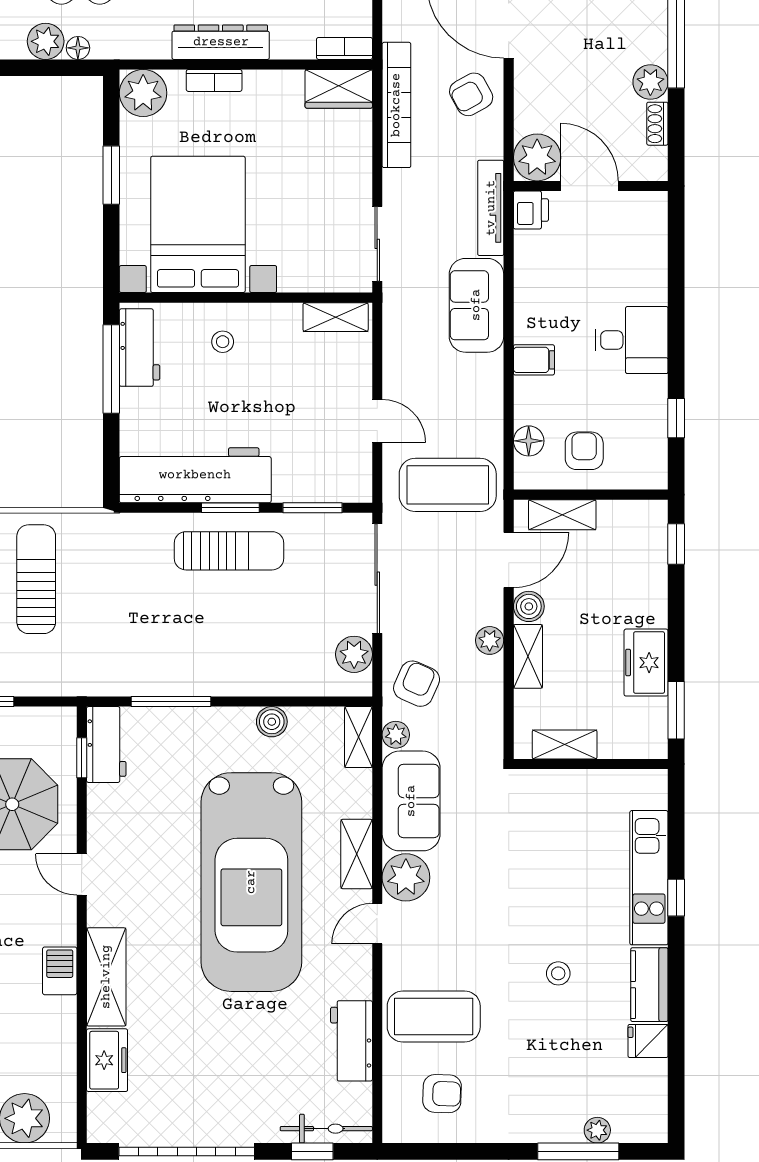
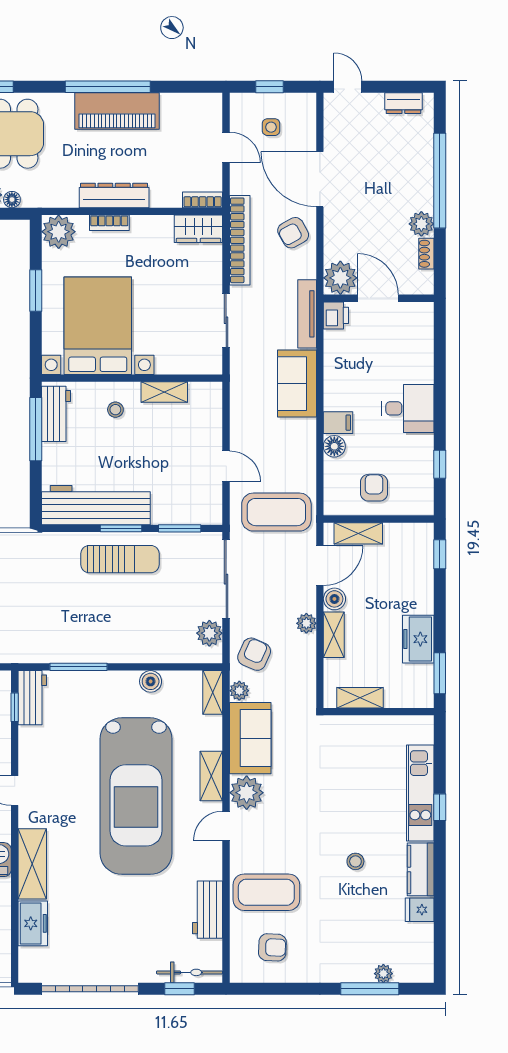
sliding door: (377, 244) -> (226, 320), moved
shelving: (336, 317) -> (164, 392), moved
floor lamp: (529, 441) -> (334, 446), moved

